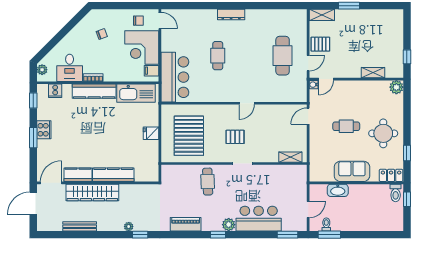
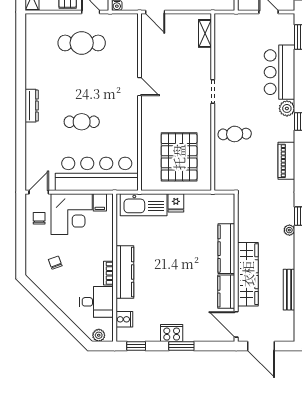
bar counter: (175, 77) -> (97, 174), width x1.36
kitchen sink: (136, 93) -> (144, 205), moved, turned 90
pallet: (189, 136) -> (179, 157), turned 90
pallet: (235, 137) -> (180, 101), removed

